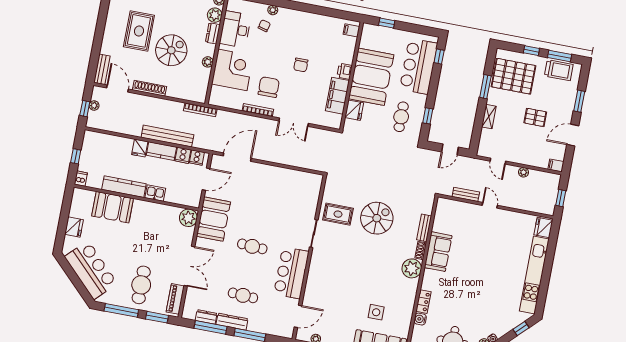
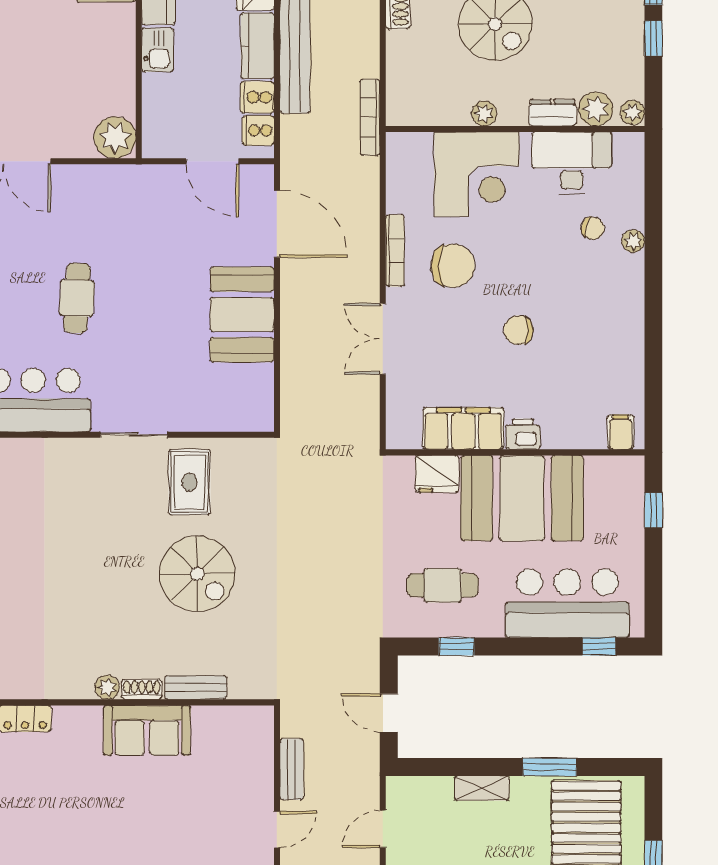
booth: (213, 219) -> (242, 315), moved, turned 90
plant: (412, 268) -> (107, 687), width x0.53, depth x0.53

